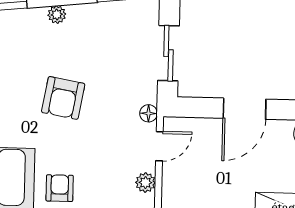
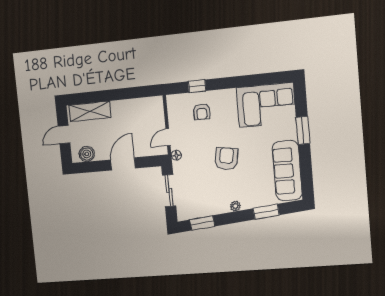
plant: (145, 183) -> (173, 115), removed
armchair: (60, 188) -> (202, 112), moved

